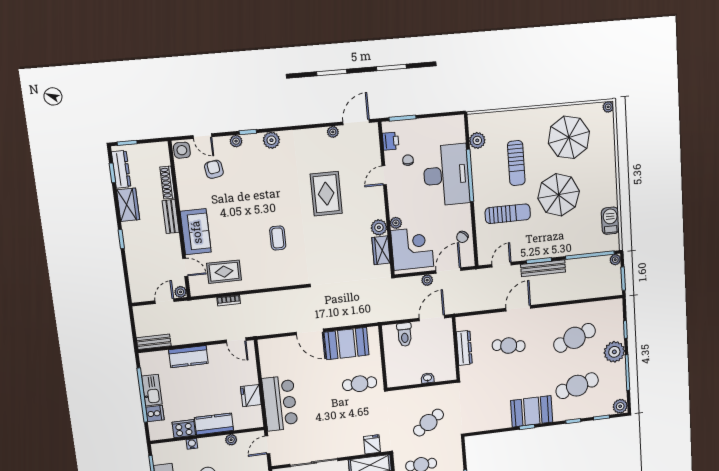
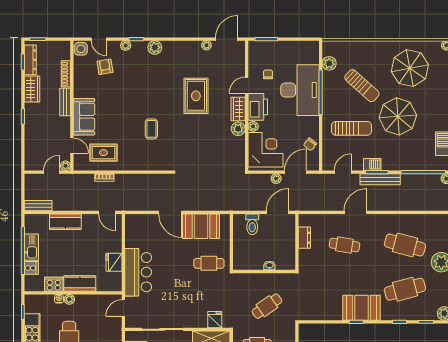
printer: (391, 141) -> (258, 107), moved, width x1.87, depth x1.48
sun lounger: (516, 163) -> (362, 86), turned -48
wardrobe: (381, 250) -> (238, 109), moved
barbecue: (534, 253) -> (372, 165), added
cafe table: (574, 338) -> (405, 245), turned 36
dresser: (464, 348) -> (304, 238), width x0.70
plant: (231, 440) -> (69, 299), moved

